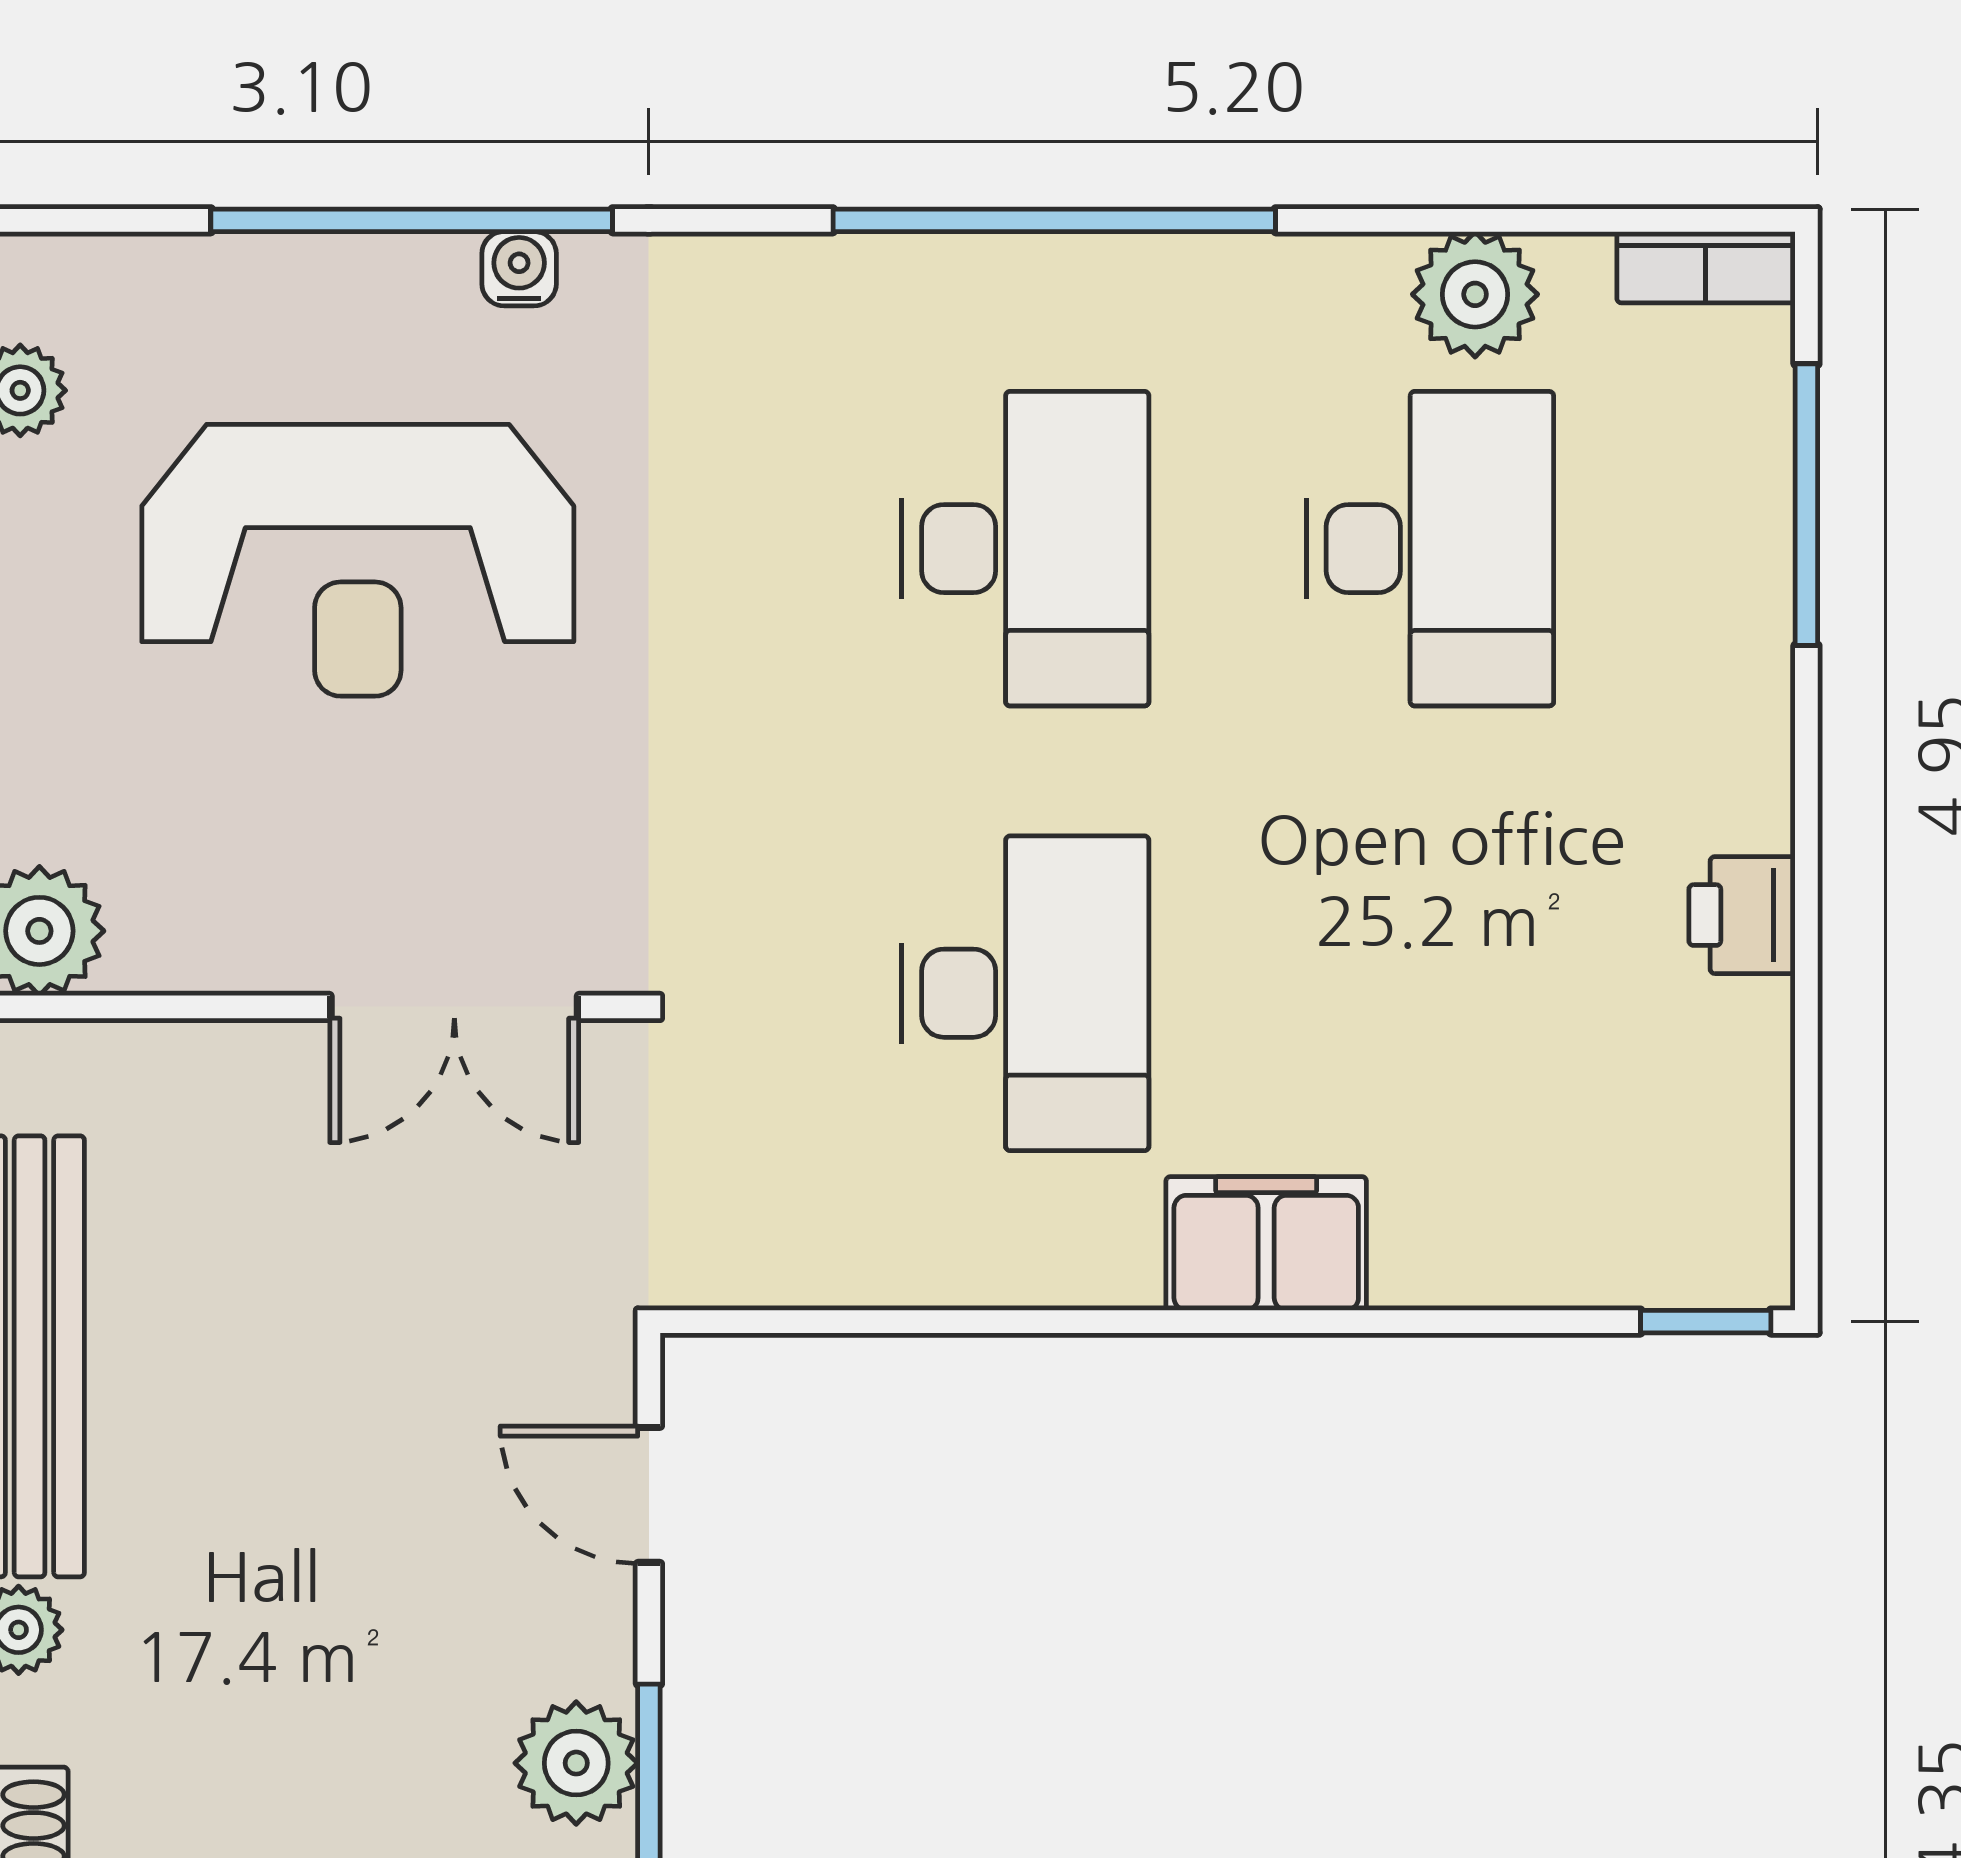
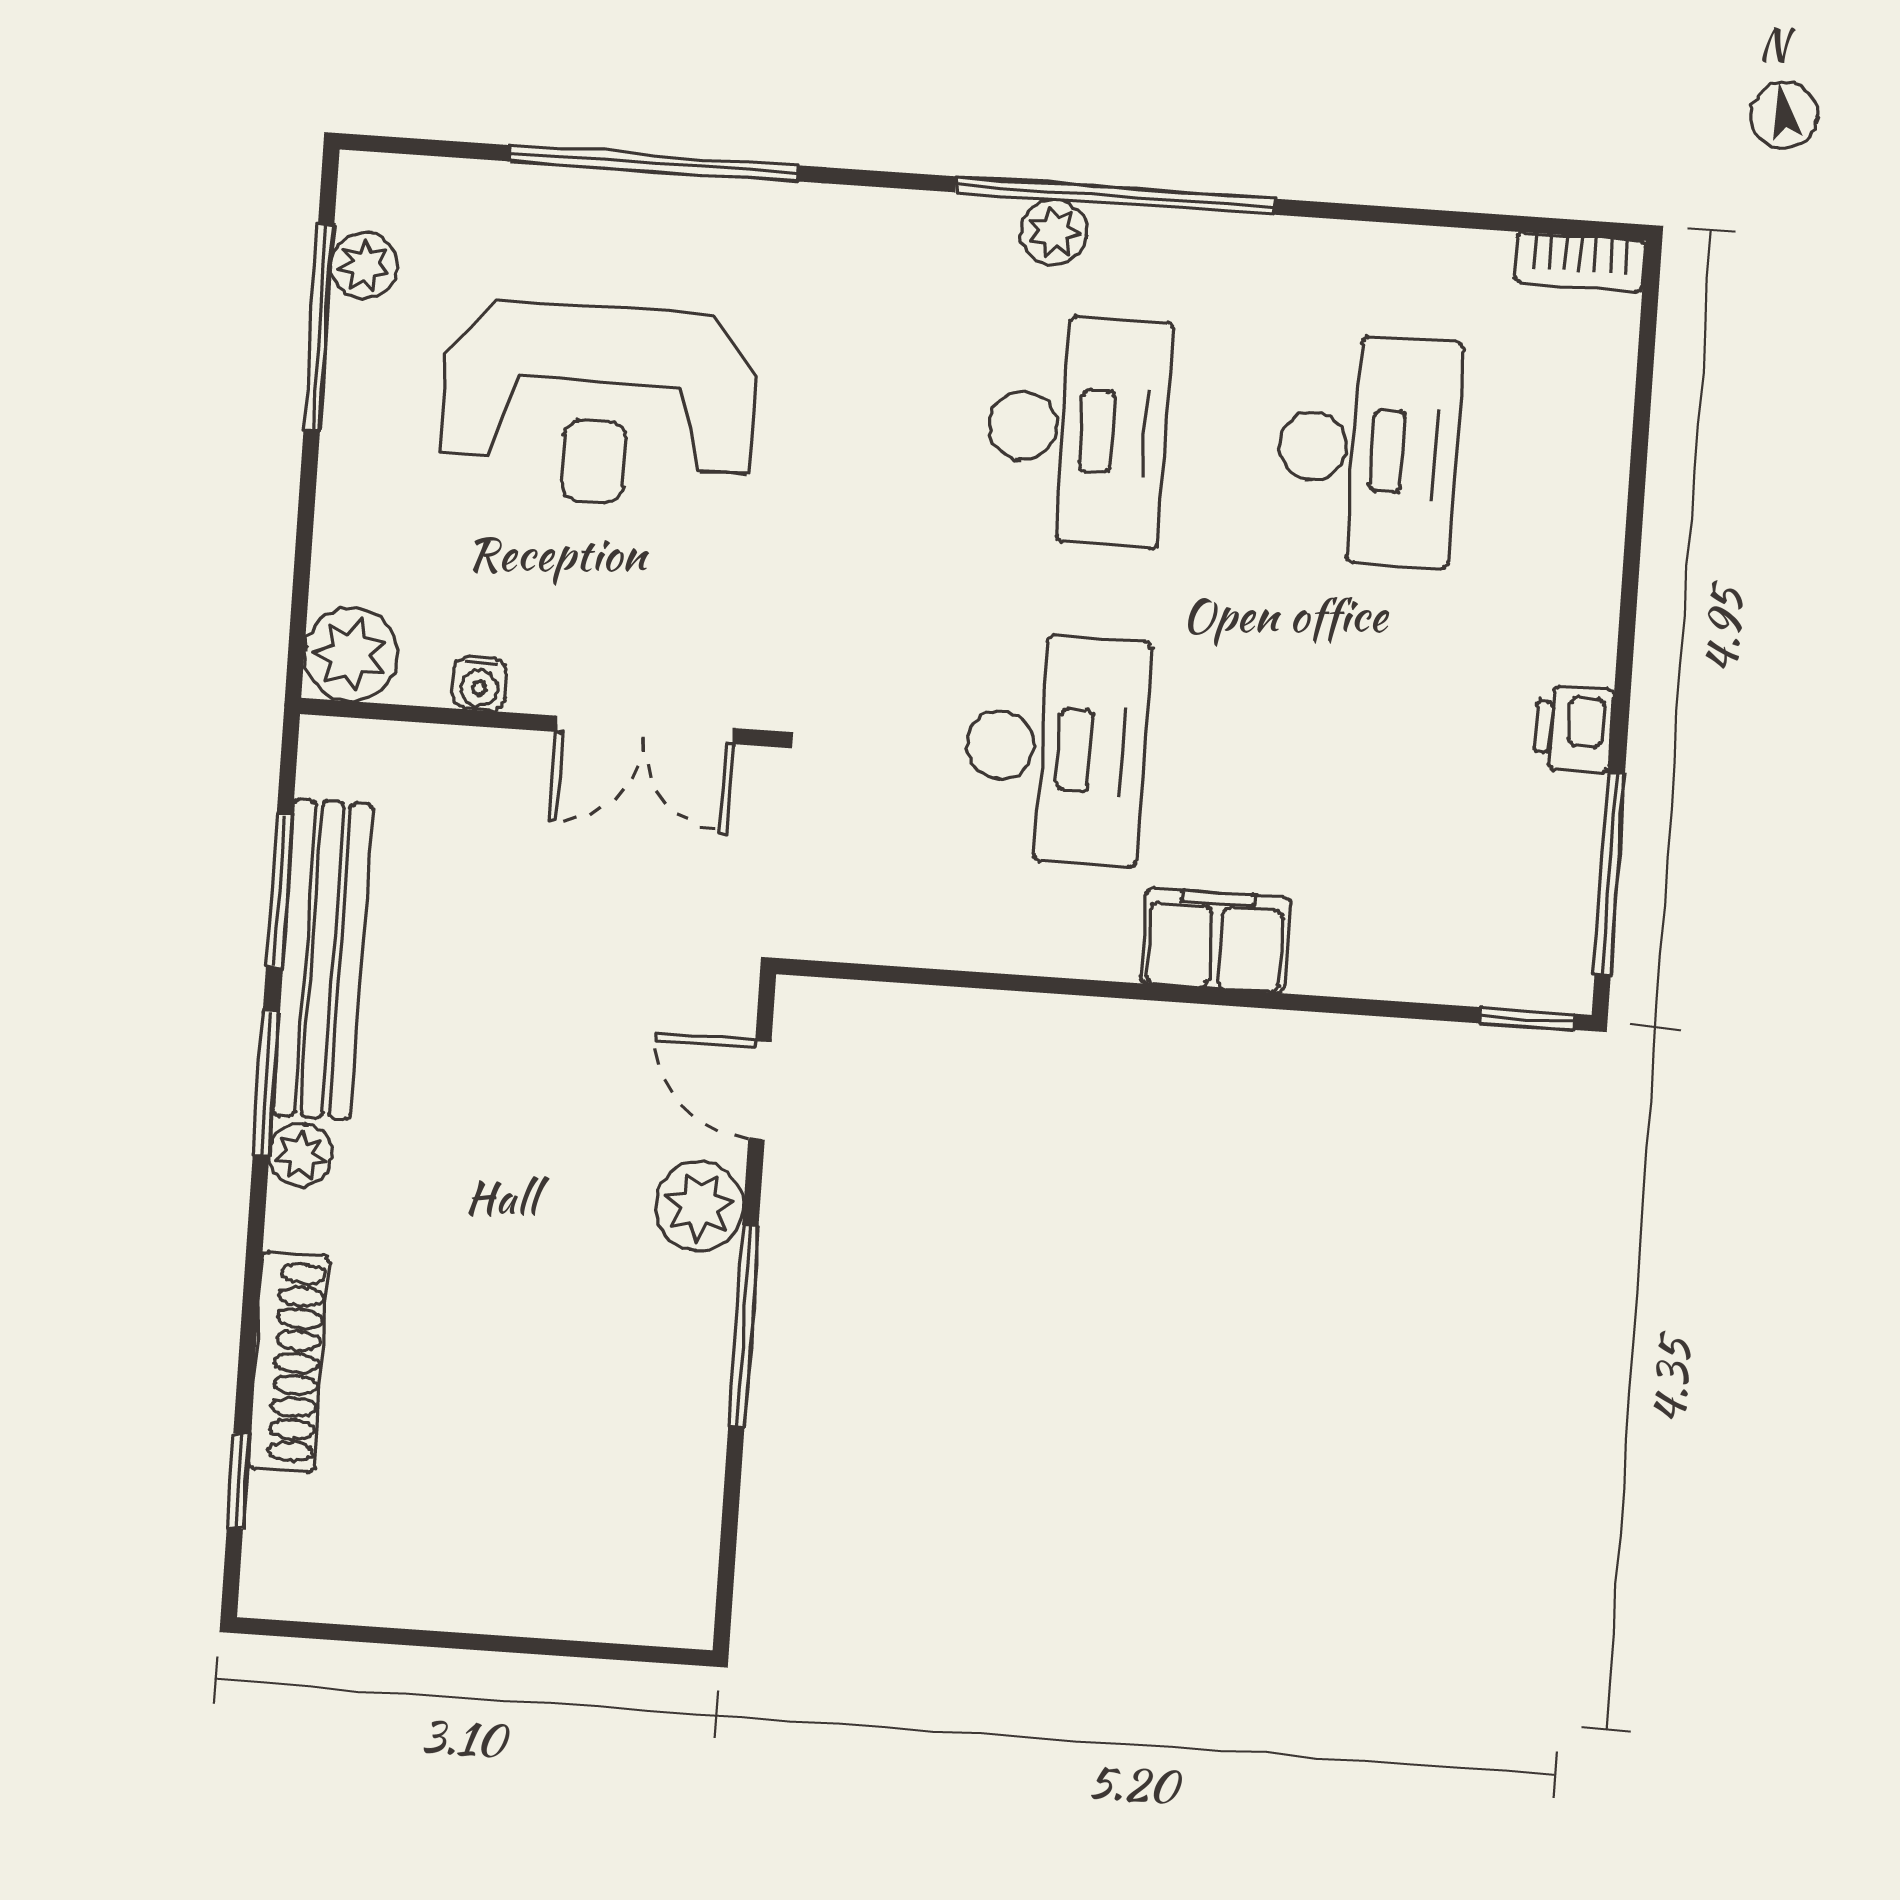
water cooler: (519, 269) -> (479, 683), moved, turned 180
plant: (1475, 294) -> (1054, 232), moved, width x0.73, depth x0.73
window: (1806, 505) -> (1610, 874), moved
plant: (576, 1763) -> (699, 1206), moved

